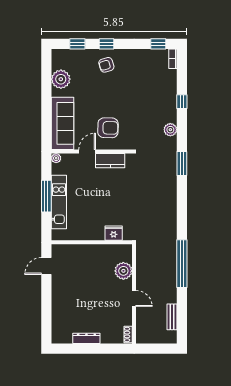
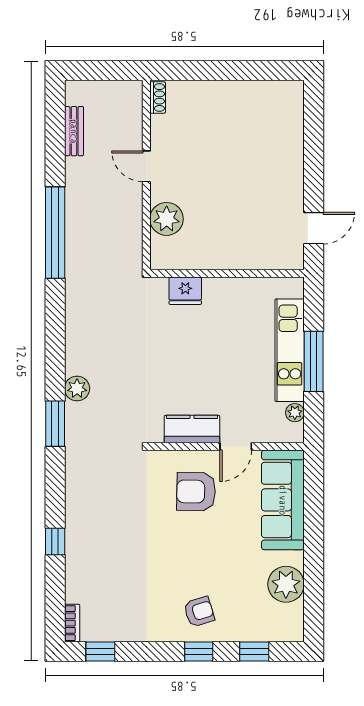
plant: (170, 130) -> (77, 388), moved
plant: (56, 158) -> (295, 413), moved
dresser: (86, 338) -> (237, 90), removed

